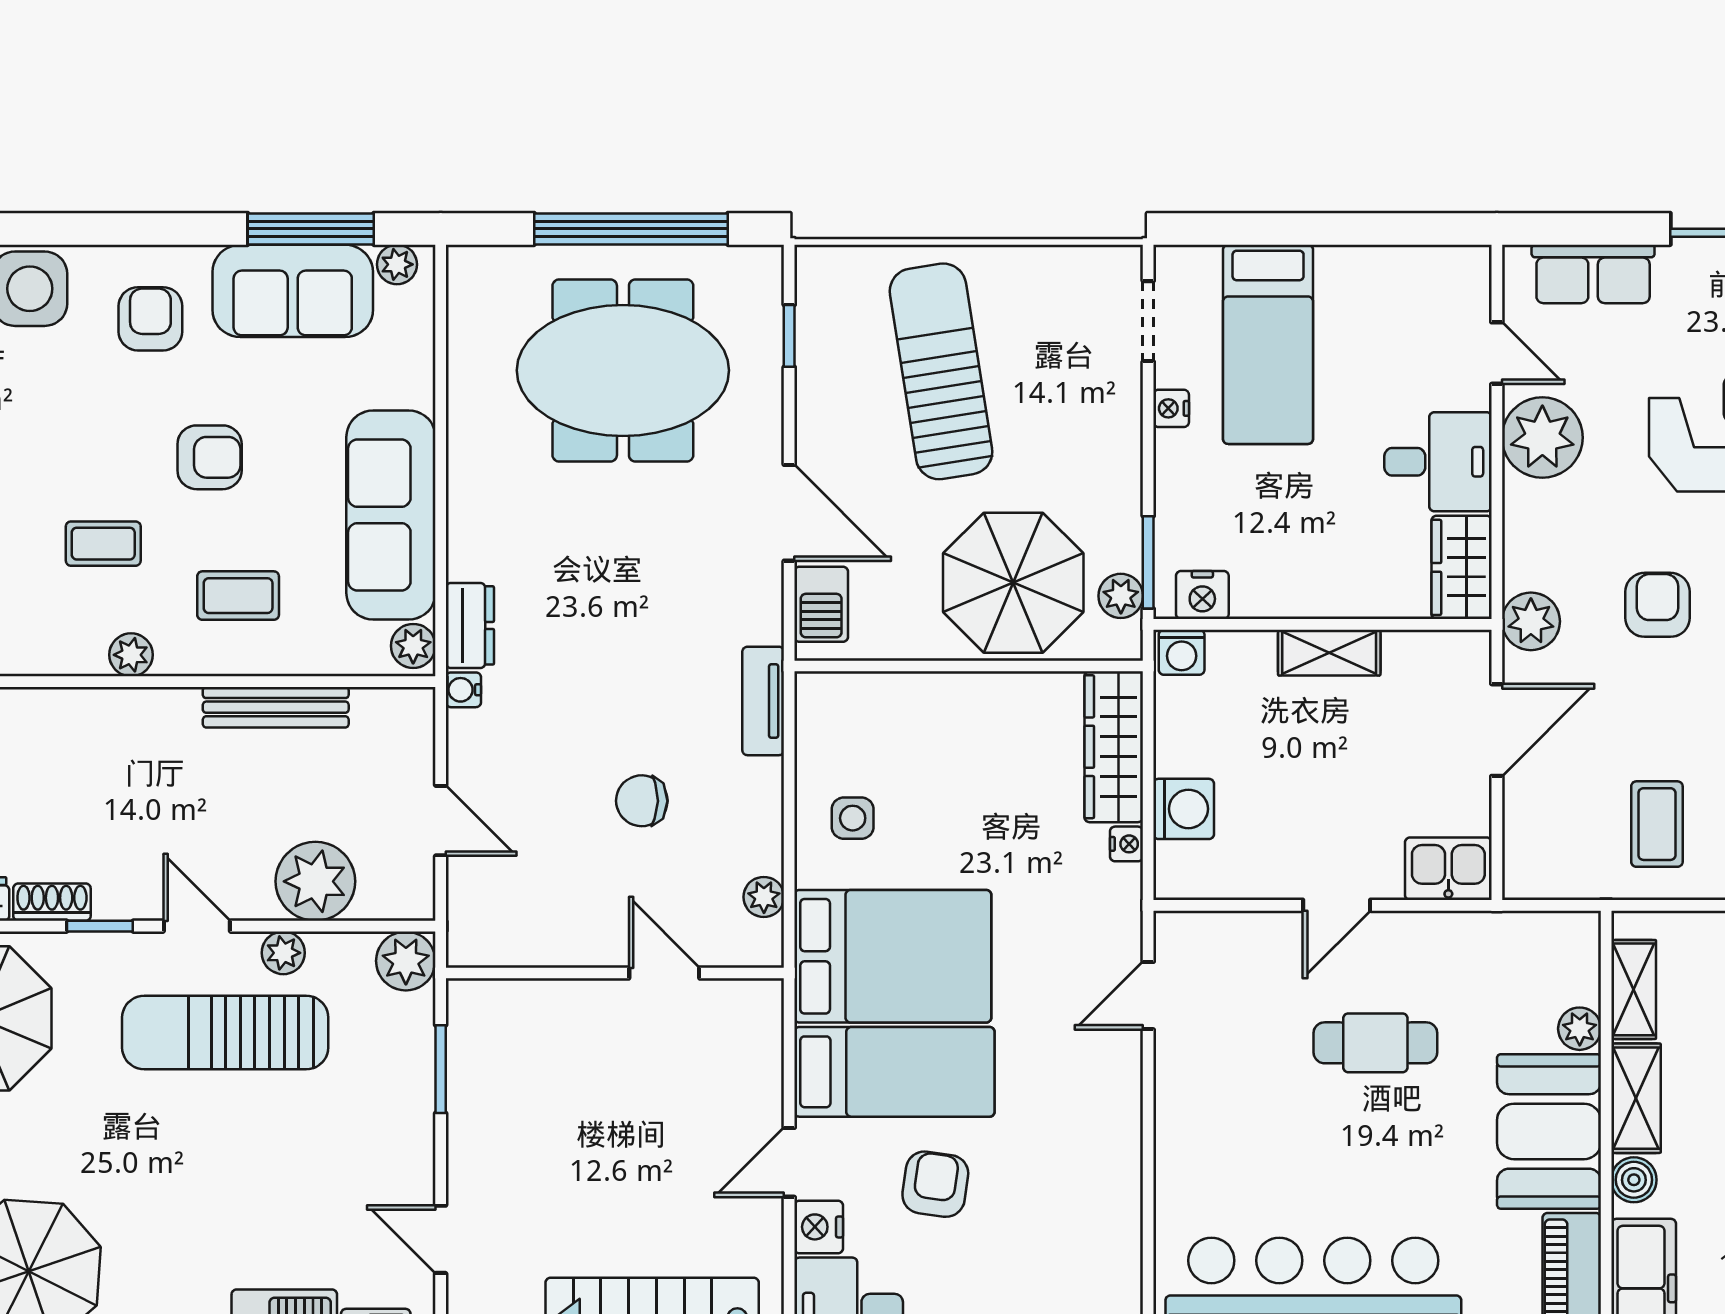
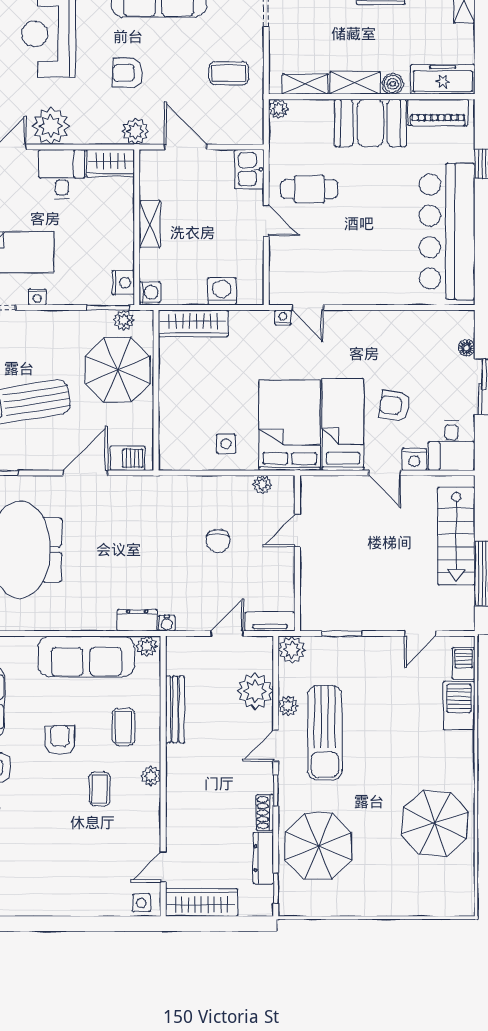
tv unit: (763, 701) -> (270, 622), moved, turned 180
nightstand: (1127, 844) -> (283, 318), moved
plant: (1580, 1029) -> (278, 109), moved
cafe table: (1375, 1043) -> (309, 189), moved, turned 90

